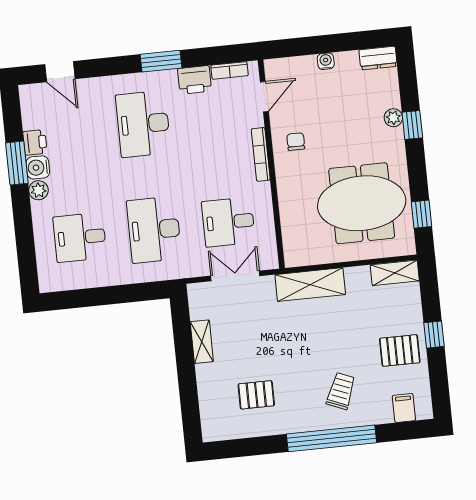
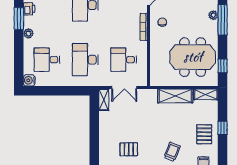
window: (412, 125) -> (223, 20), width x2.17
water cooler: (38, 167) -> (29, 80), moved
double door: (235, 276) -> (124, 88), swing flipped
shelving: (310, 285) -> (175, 96), moved
shelving: (202, 342) -> (104, 100), moved
pallet: (400, 350) -> (204, 134), turned 90

